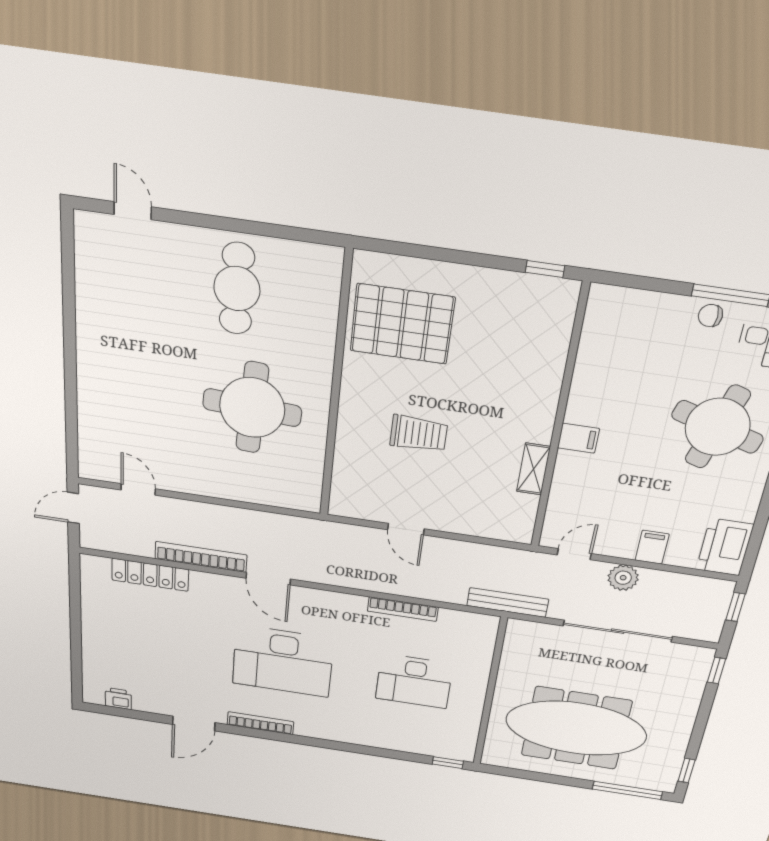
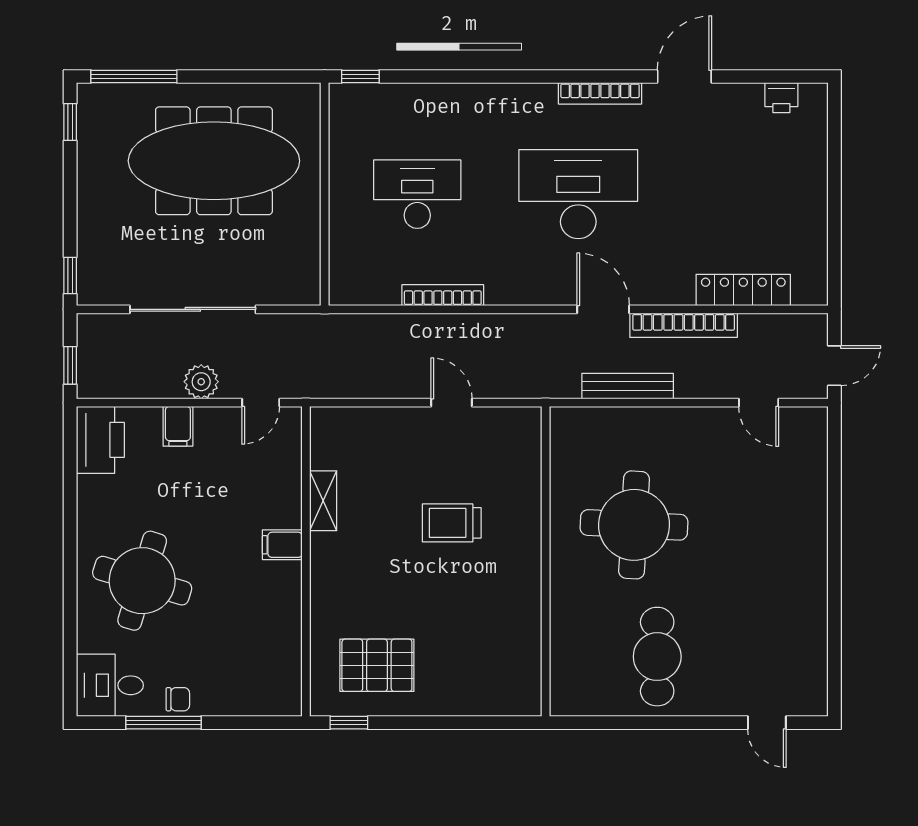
pallet: (402, 324) -> (377, 665), moved, width x0.73, depth x0.71
bench: (508, 602) -> (628, 386), moved

